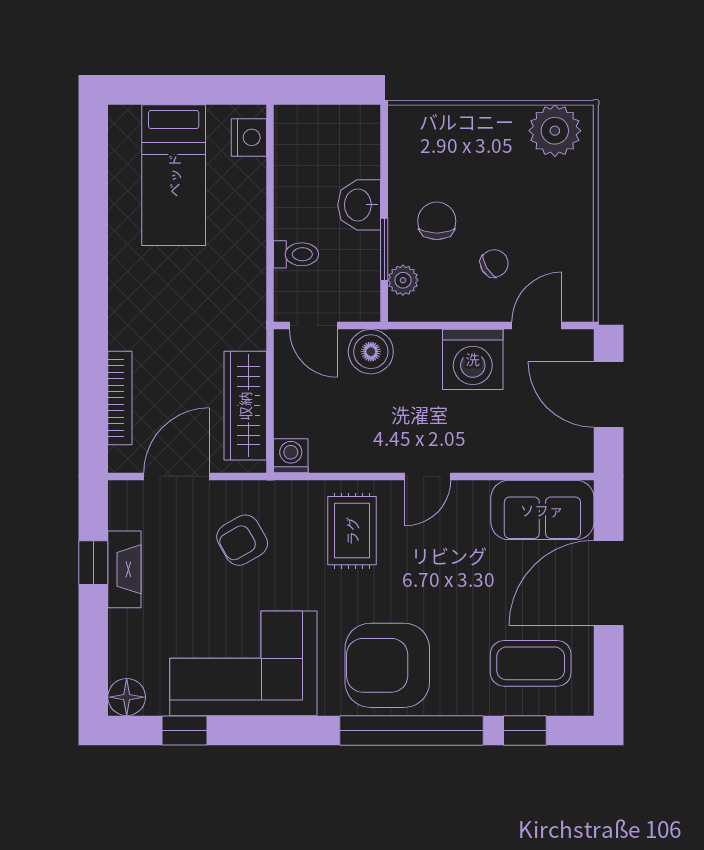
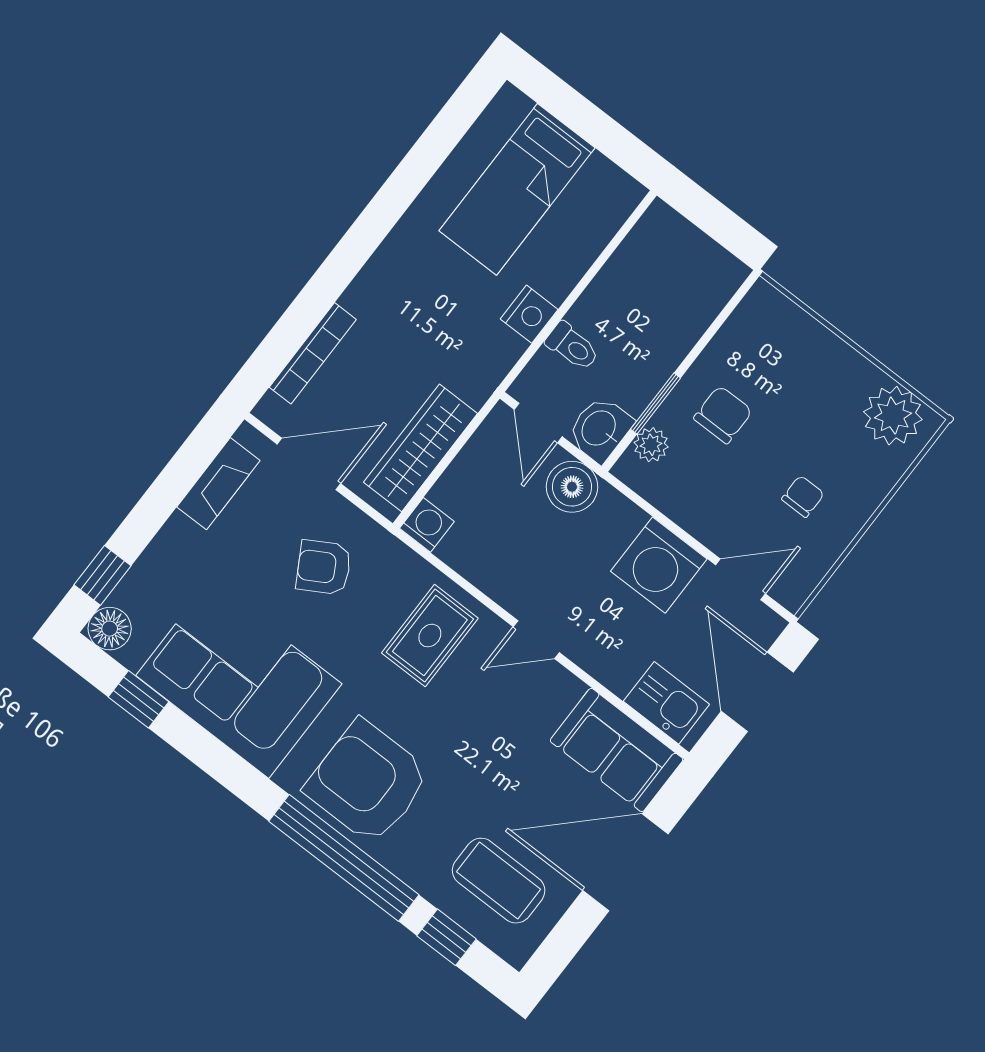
nightstand: (249, 137) -> (529, 314), moved
washbasin: (359, 205) -> (600, 429), moved
chair: (494, 263) -> (803, 496), moved, turned -59
kitchen sink: (552, 451) -> (666, 703), added
window: (93, 563) -> (102, 575), moved
fireplace: (124, 569) -> (218, 484), moved

